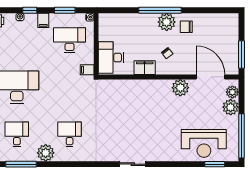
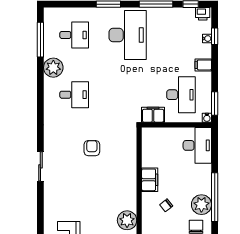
window: (30, 10) -> (215, 36), moved
window: (65, 10) -> (215, 104), moved
desk: (111, 58) -> (197, 145), moved, turned 90
filing cabinet: (87, 70) -> (153, 115), width x2.00
armchair: (117, 119) -> (92, 148), added

